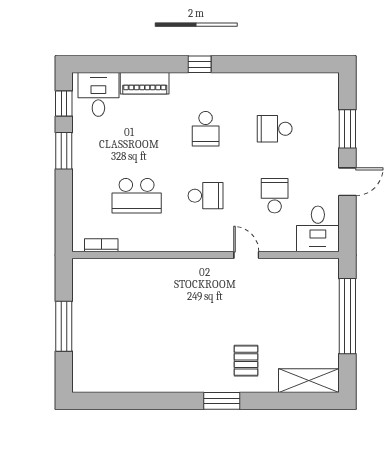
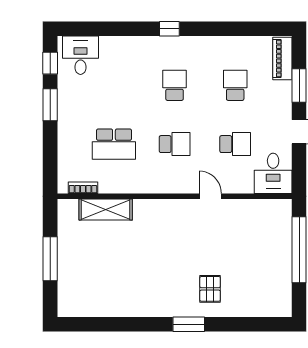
piano: (145, 83) -> (282, 58), moved, turned 90
school desk: (206, 129) -> (175, 85), turned 180
school desk: (275, 129) -> (235, 85), turned 90
school desk: (275, 196) -> (235, 144), turned 90
shelving: (309, 381) -> (106, 209), moved

